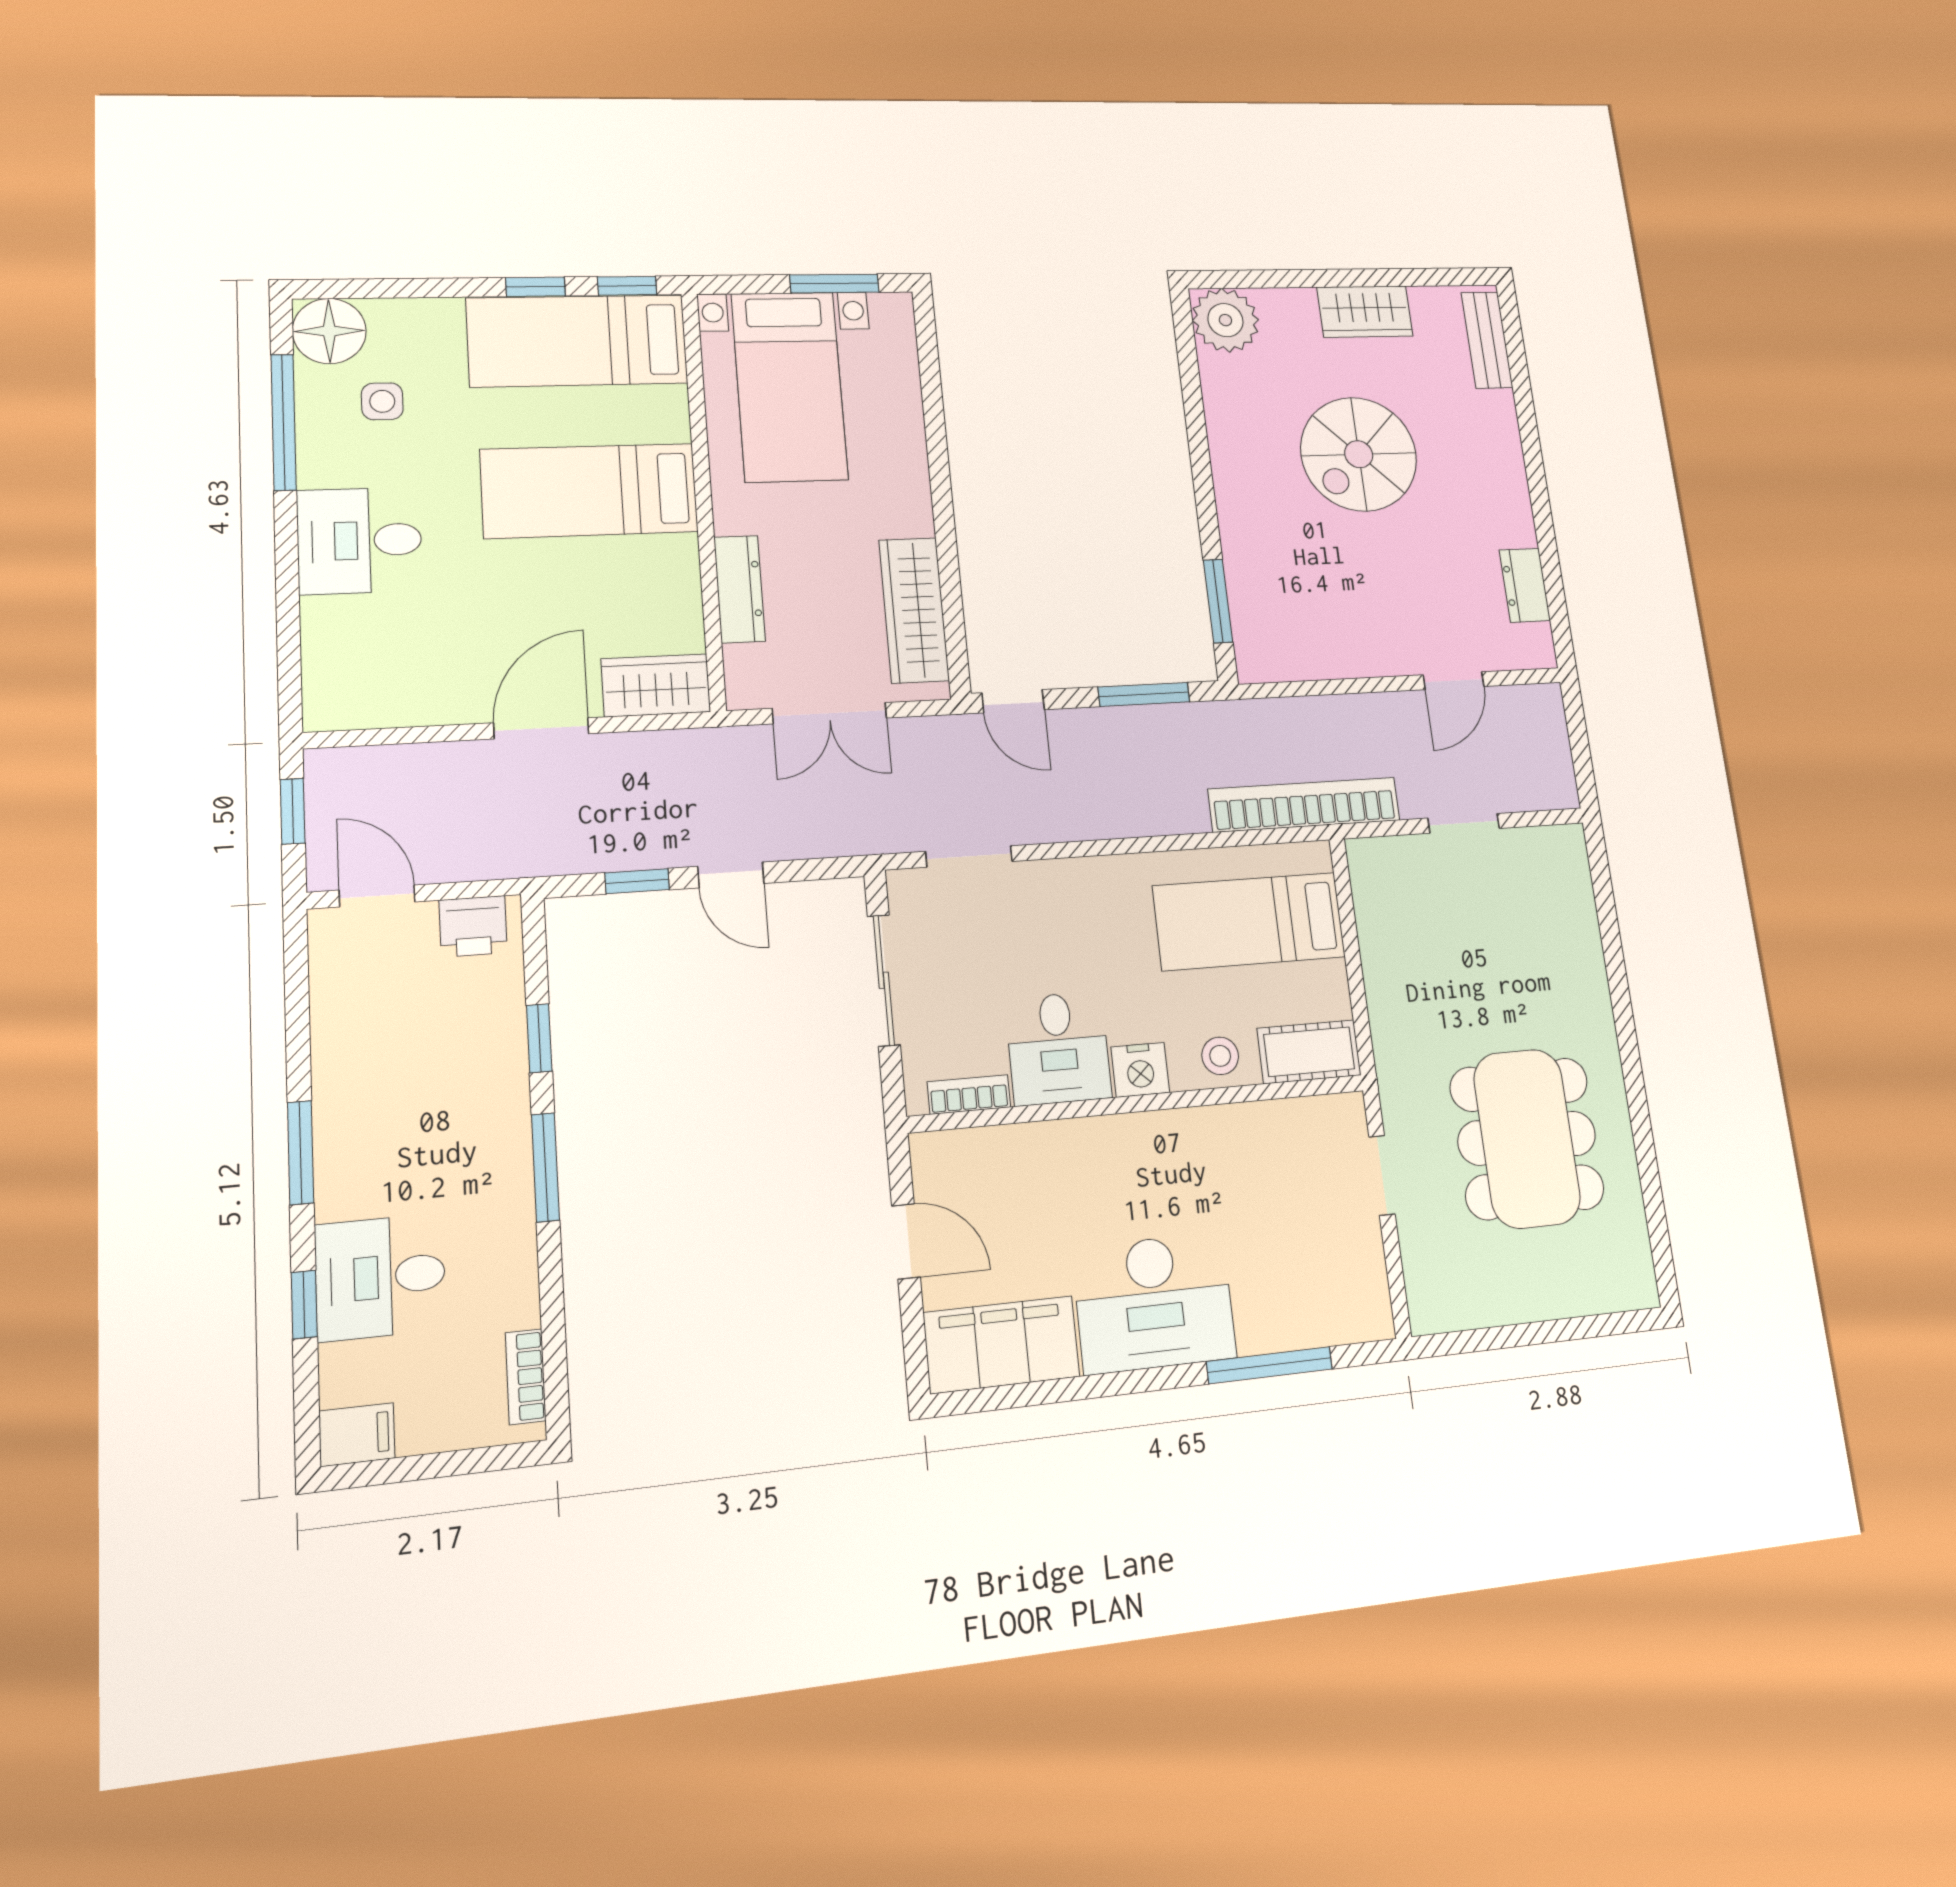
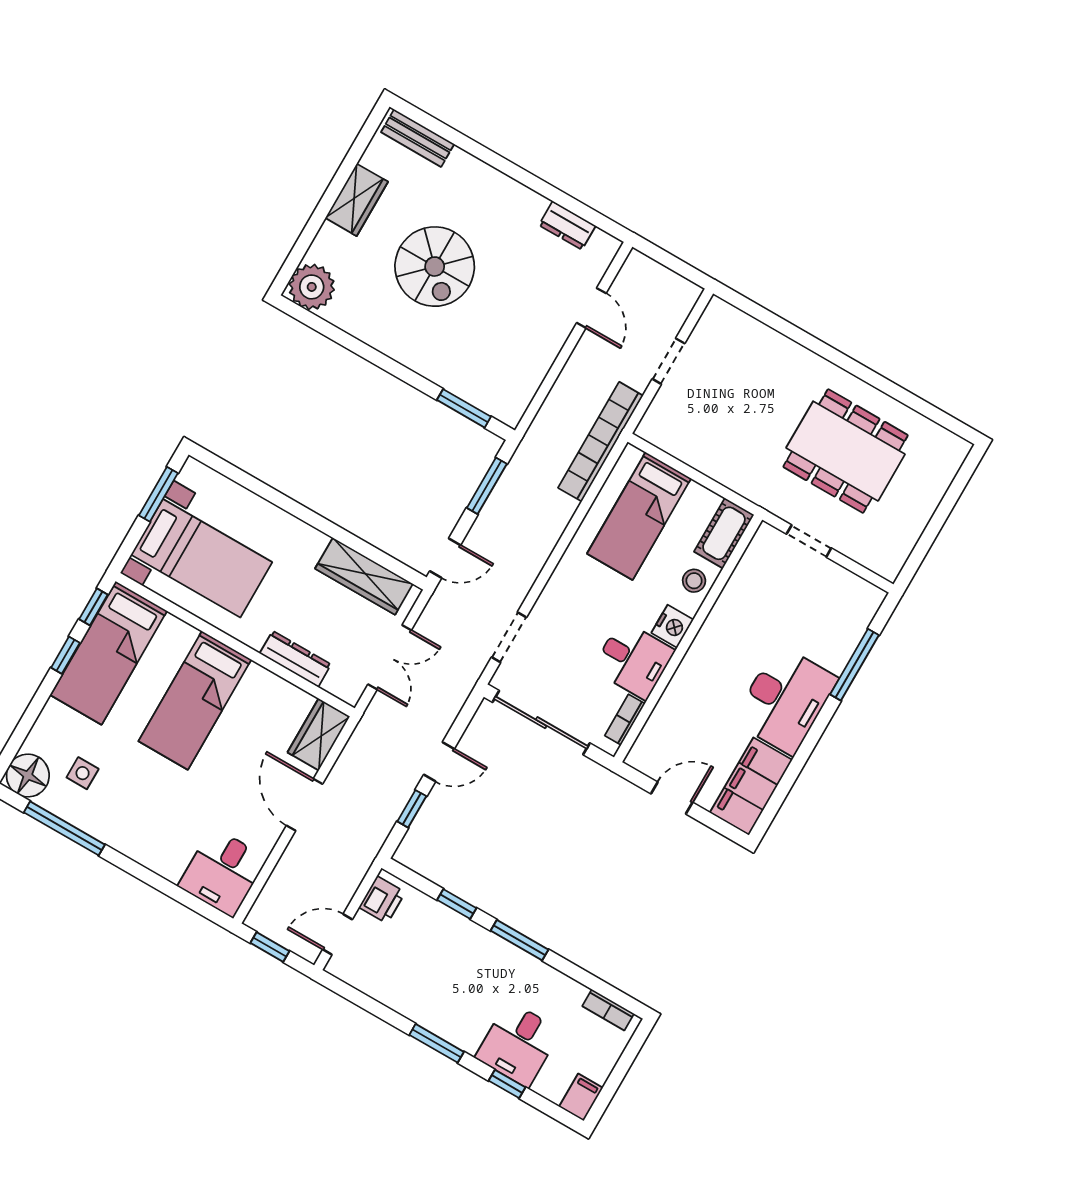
desk: (360, 540) -> (223, 872), moved
sliding door: (884, 980) -> (541, 723), width x1.37

